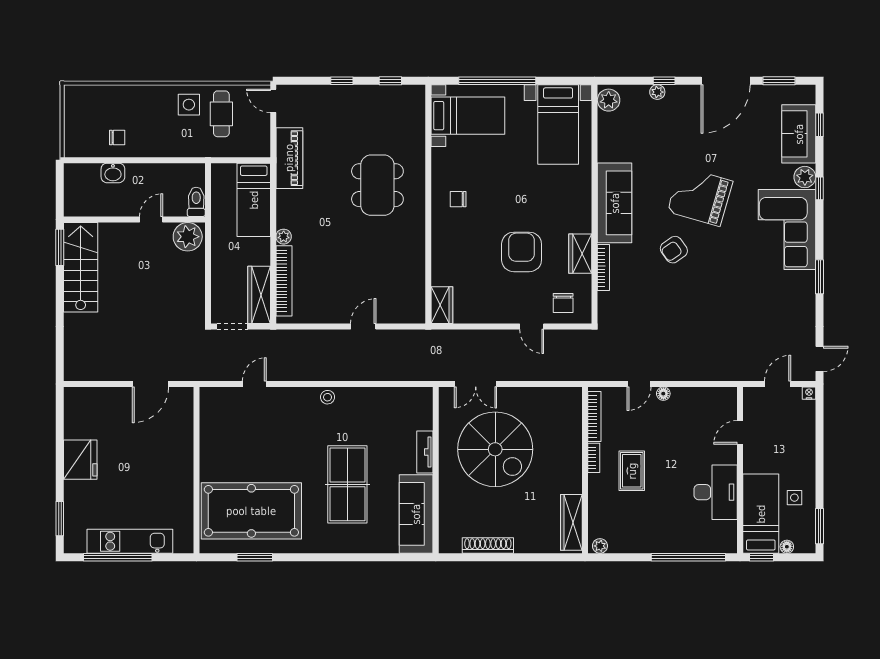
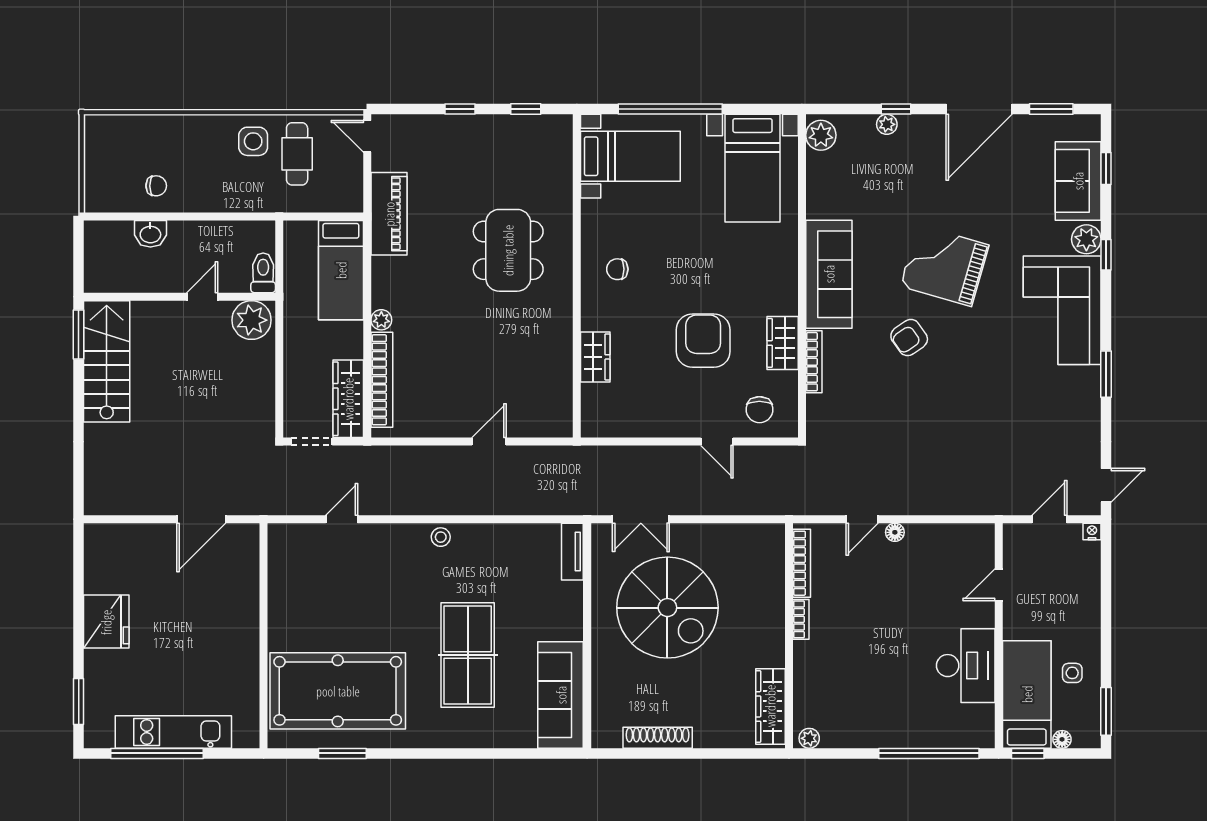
wardrobe: (442, 305) -> (595, 357), moved
tv unit: (425, 452) -> (572, 552), moved
rug: (632, 471) -> (852, 637), removed

